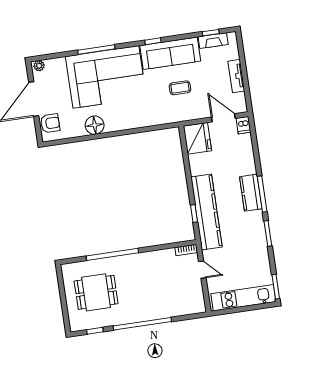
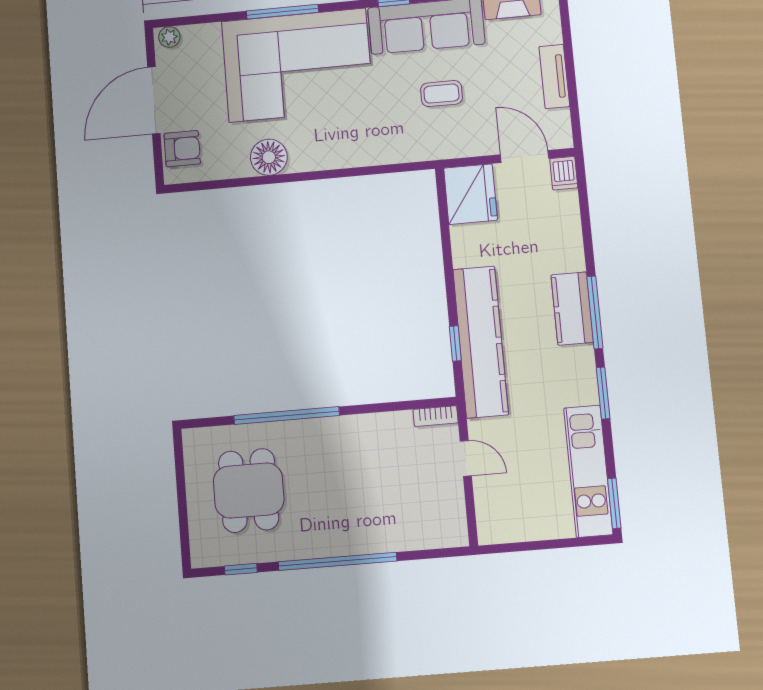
dining table: (96, 292) -> (249, 490), turned 90
kitchen unit: (243, 298) -> (588, 471), moved, turned -90

